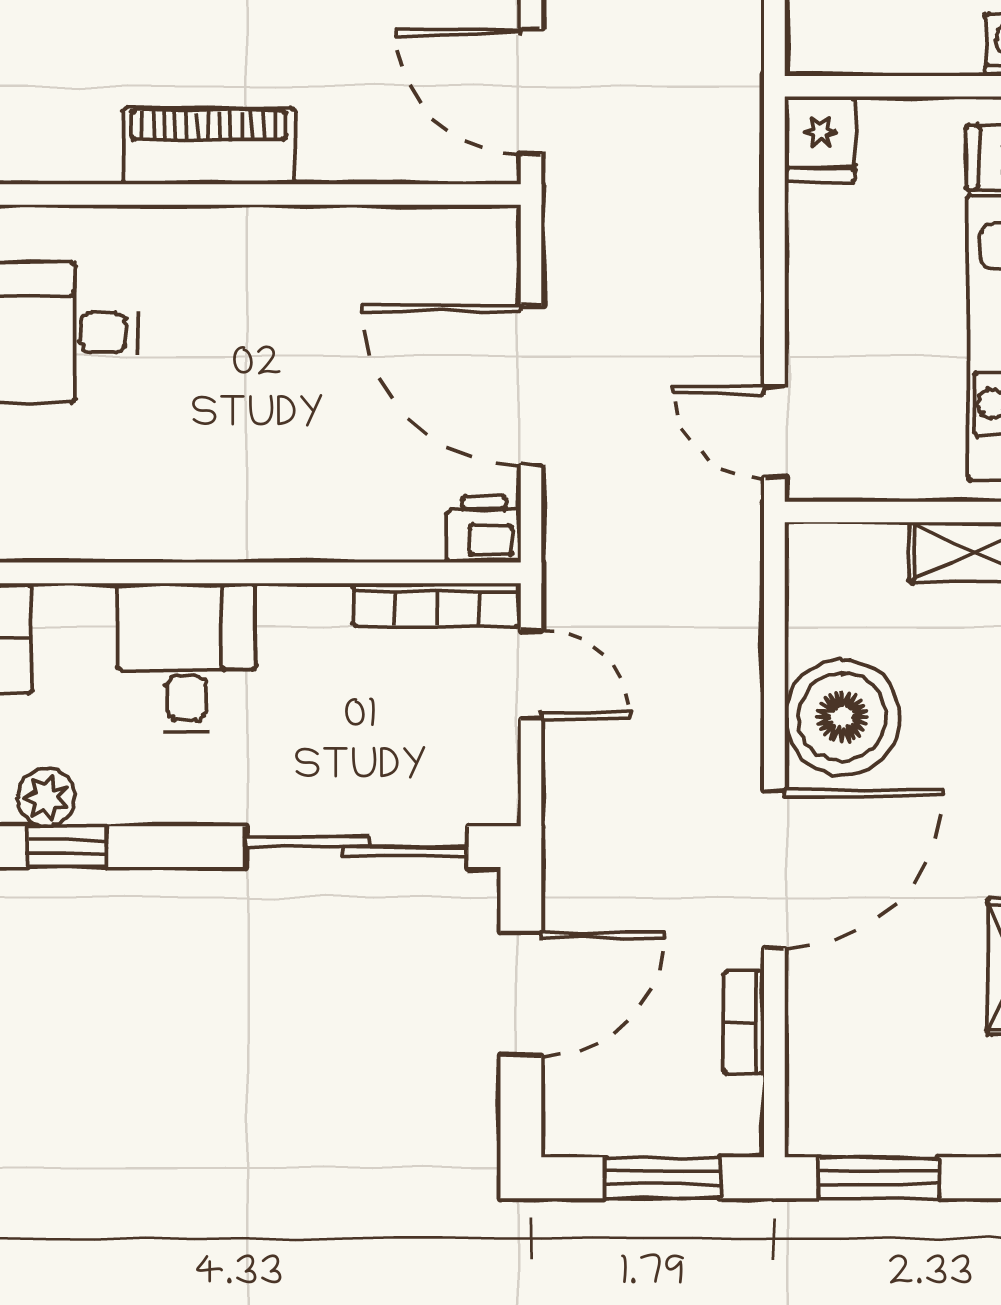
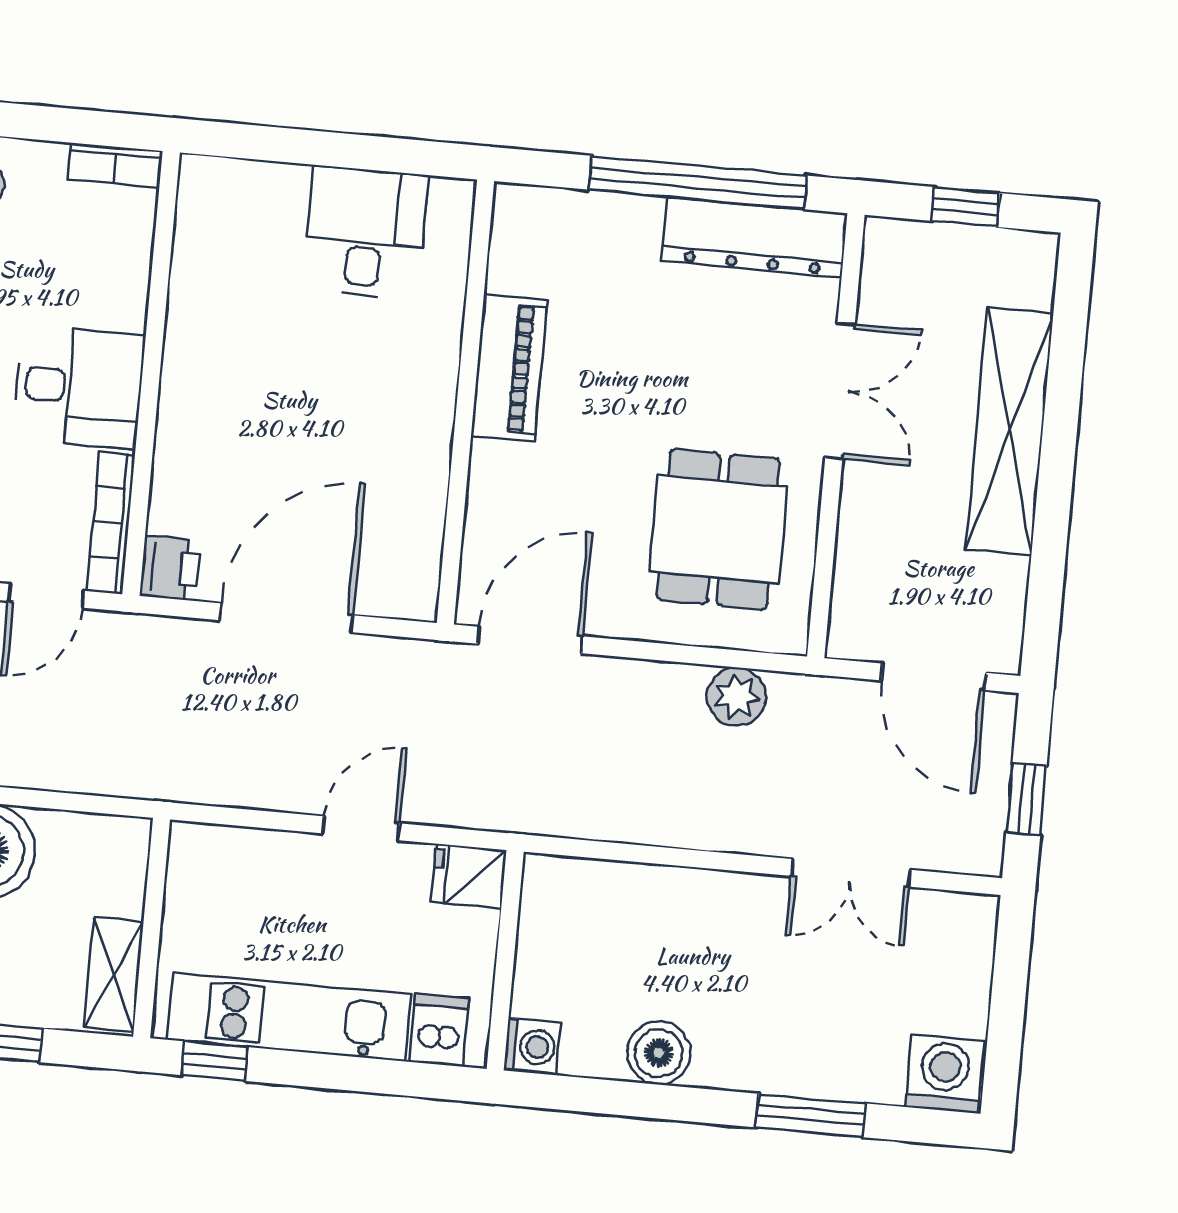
door: (774, 432) -> (361, 828), moved
desk: (186, 658) -> (79, 387), moved

